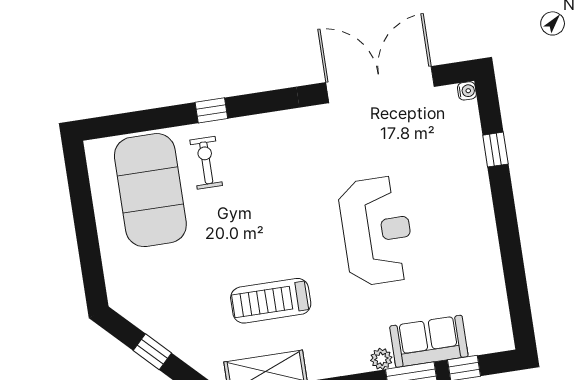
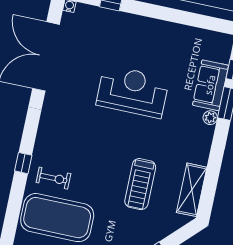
exercise bike: (206, 163) -> (53, 178), turned 180
treadmill: (271, 301) -> (140, 184), moved

